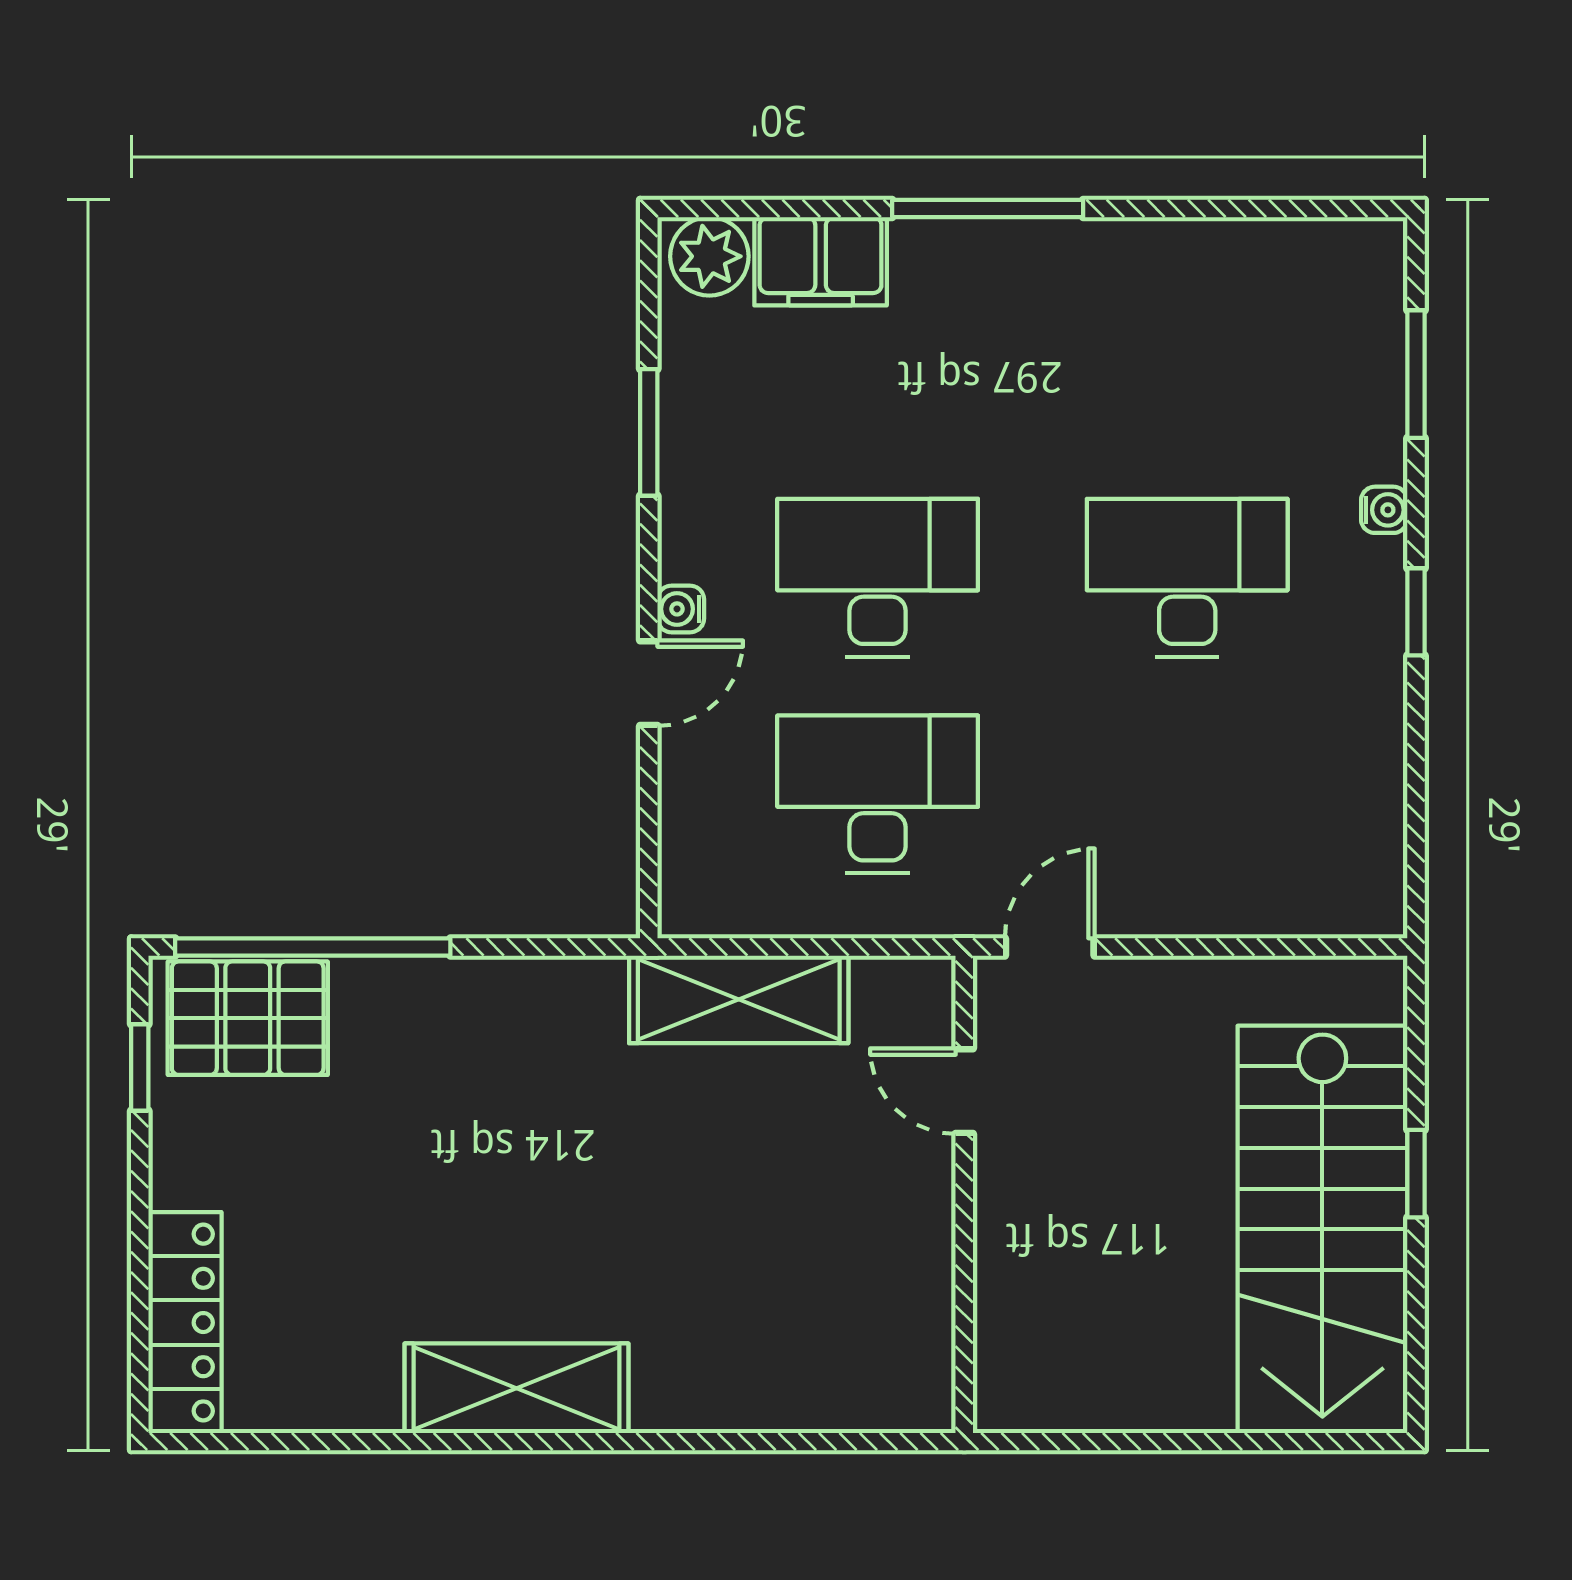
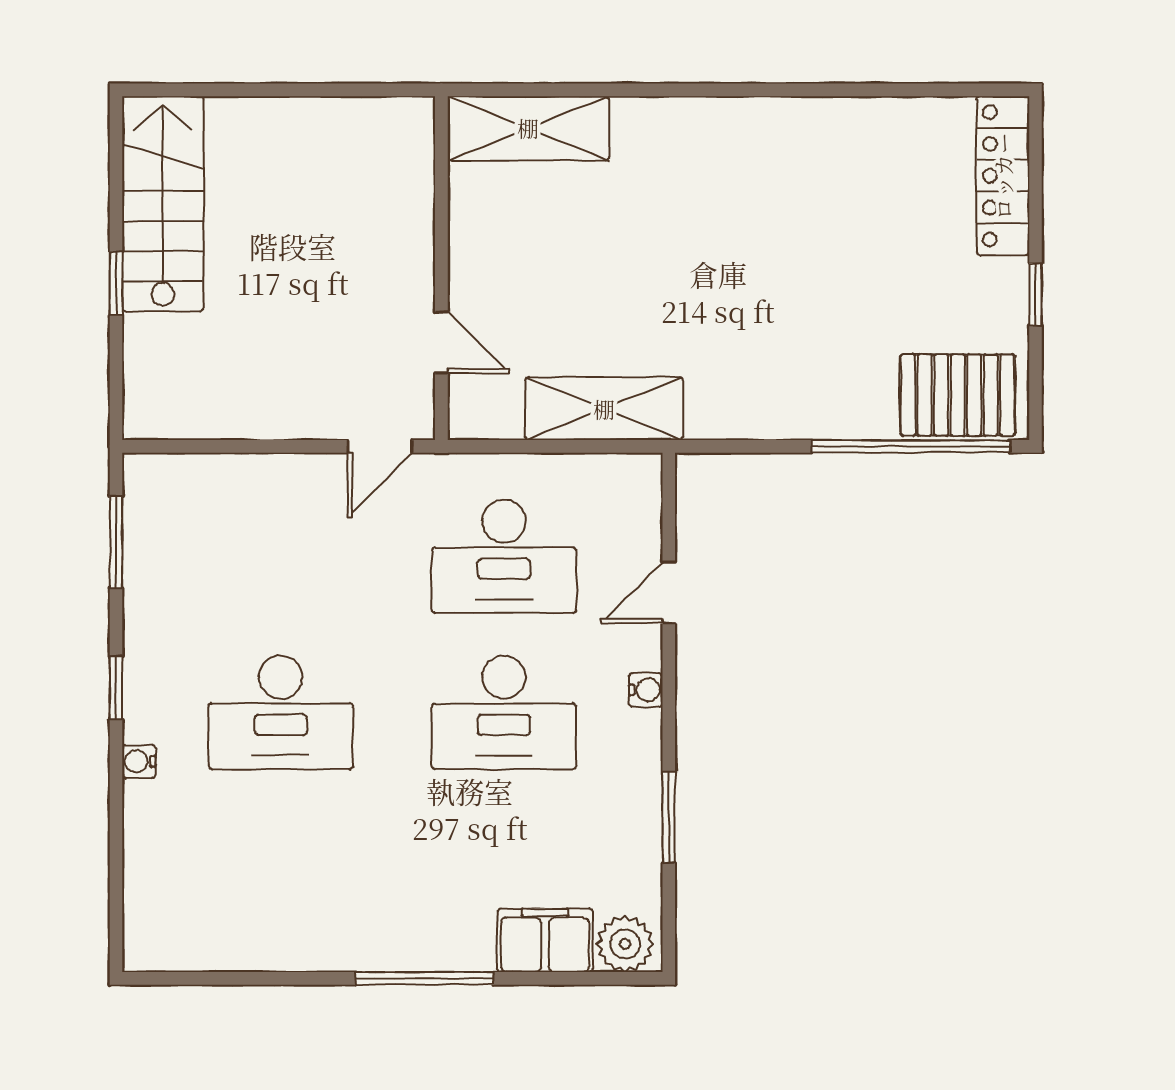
window: (1416, 374) -> (116, 542), moved
door: (649, 683) -> (669, 593), moved
window: (140, 1067) -> (1035, 294), moved
stairs: (1322, 1229) -> (163, 204), width x0.73, depth x0.66
shelving: (517, 1388) -> (528, 128), moved

